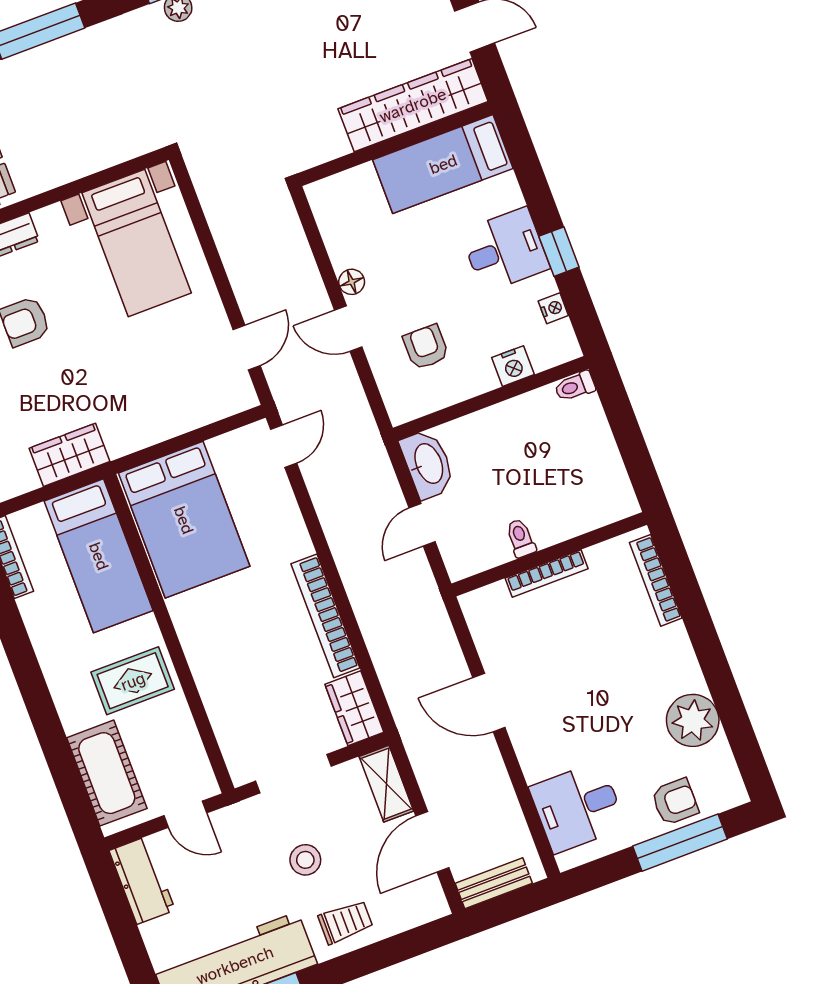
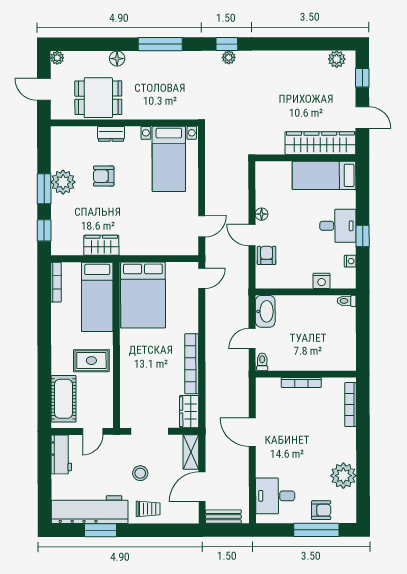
armchair: (426, 347) -> (267, 255), moved
toilet: (521, 538) -> (262, 362), moved
door: (185, 814) -> (93, 431), hinge flipped

